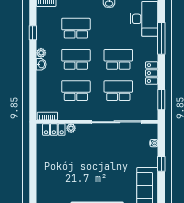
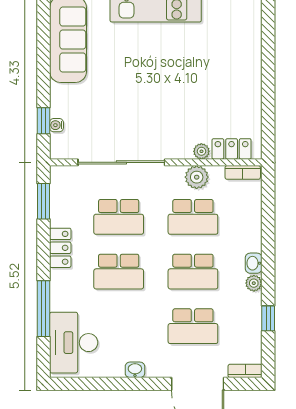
plant: (74, 113) -> (197, 177), added
window: (161, 164) -> (44, 121), moved

